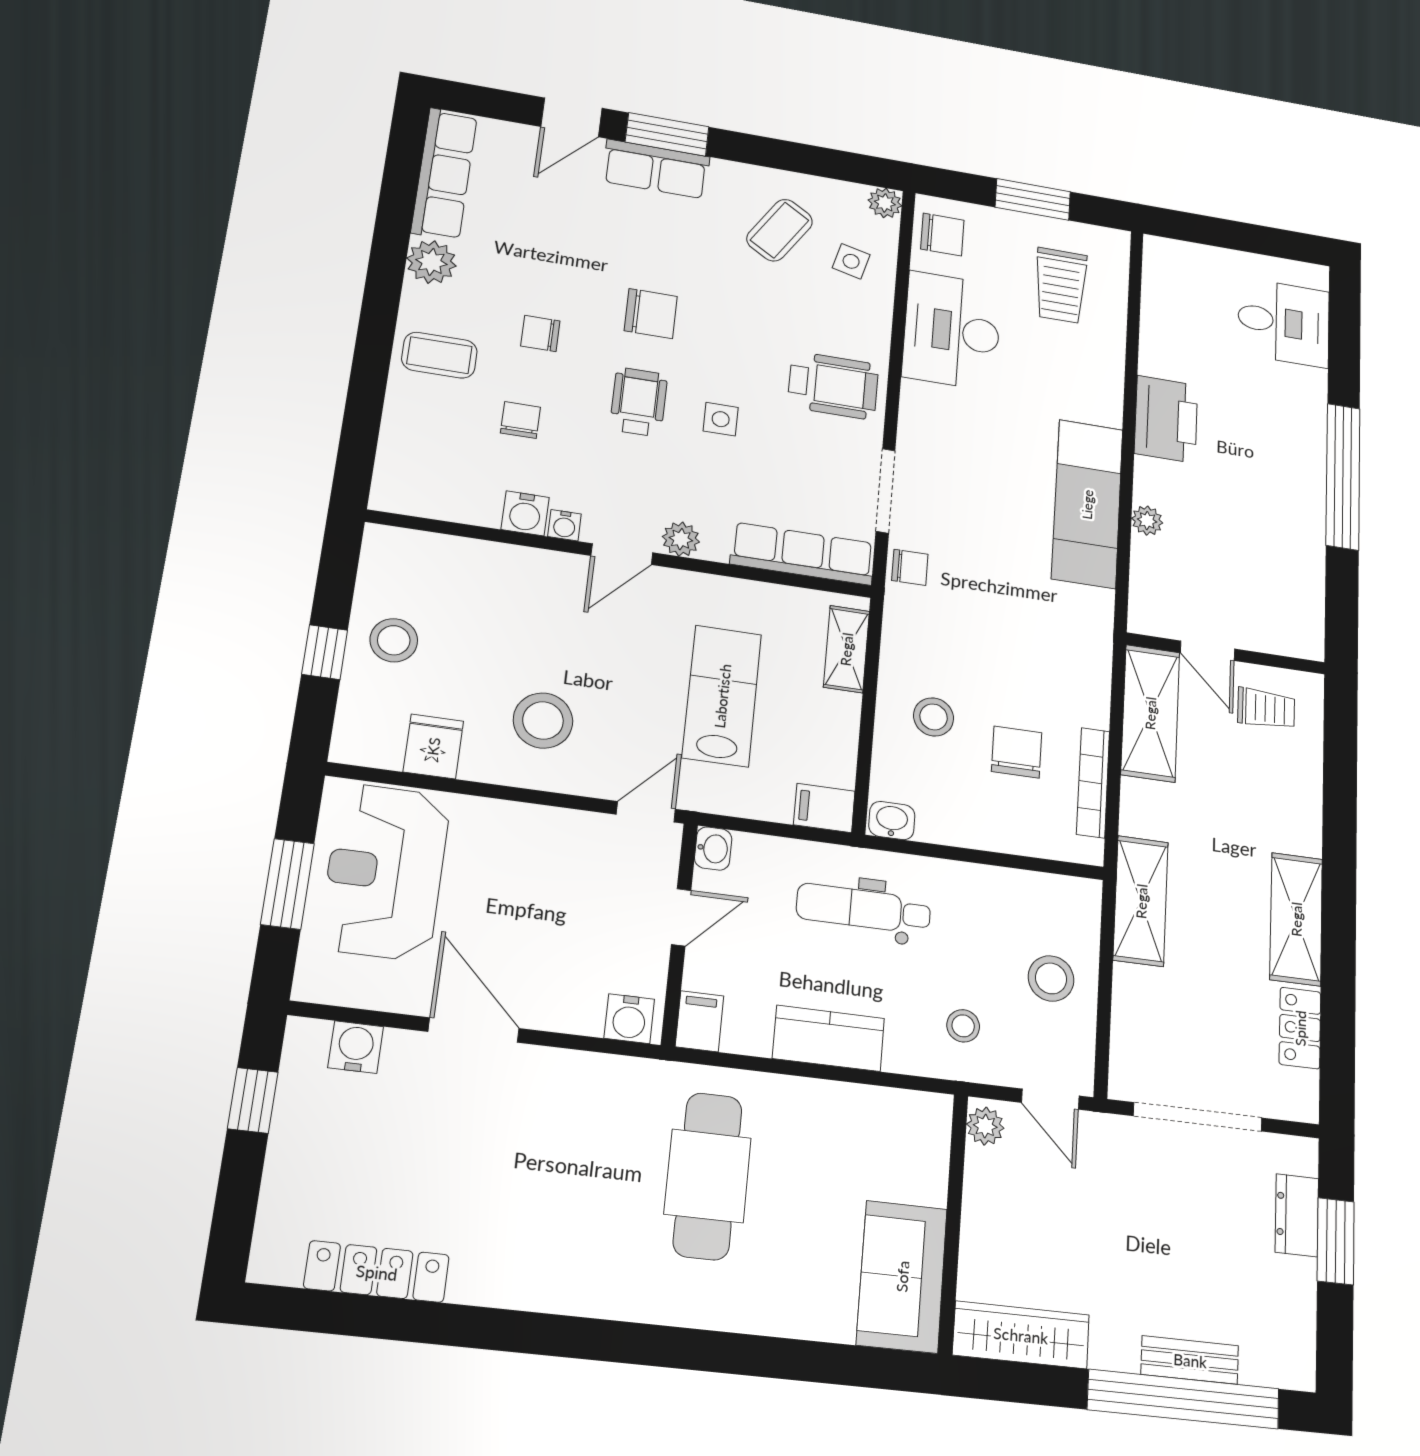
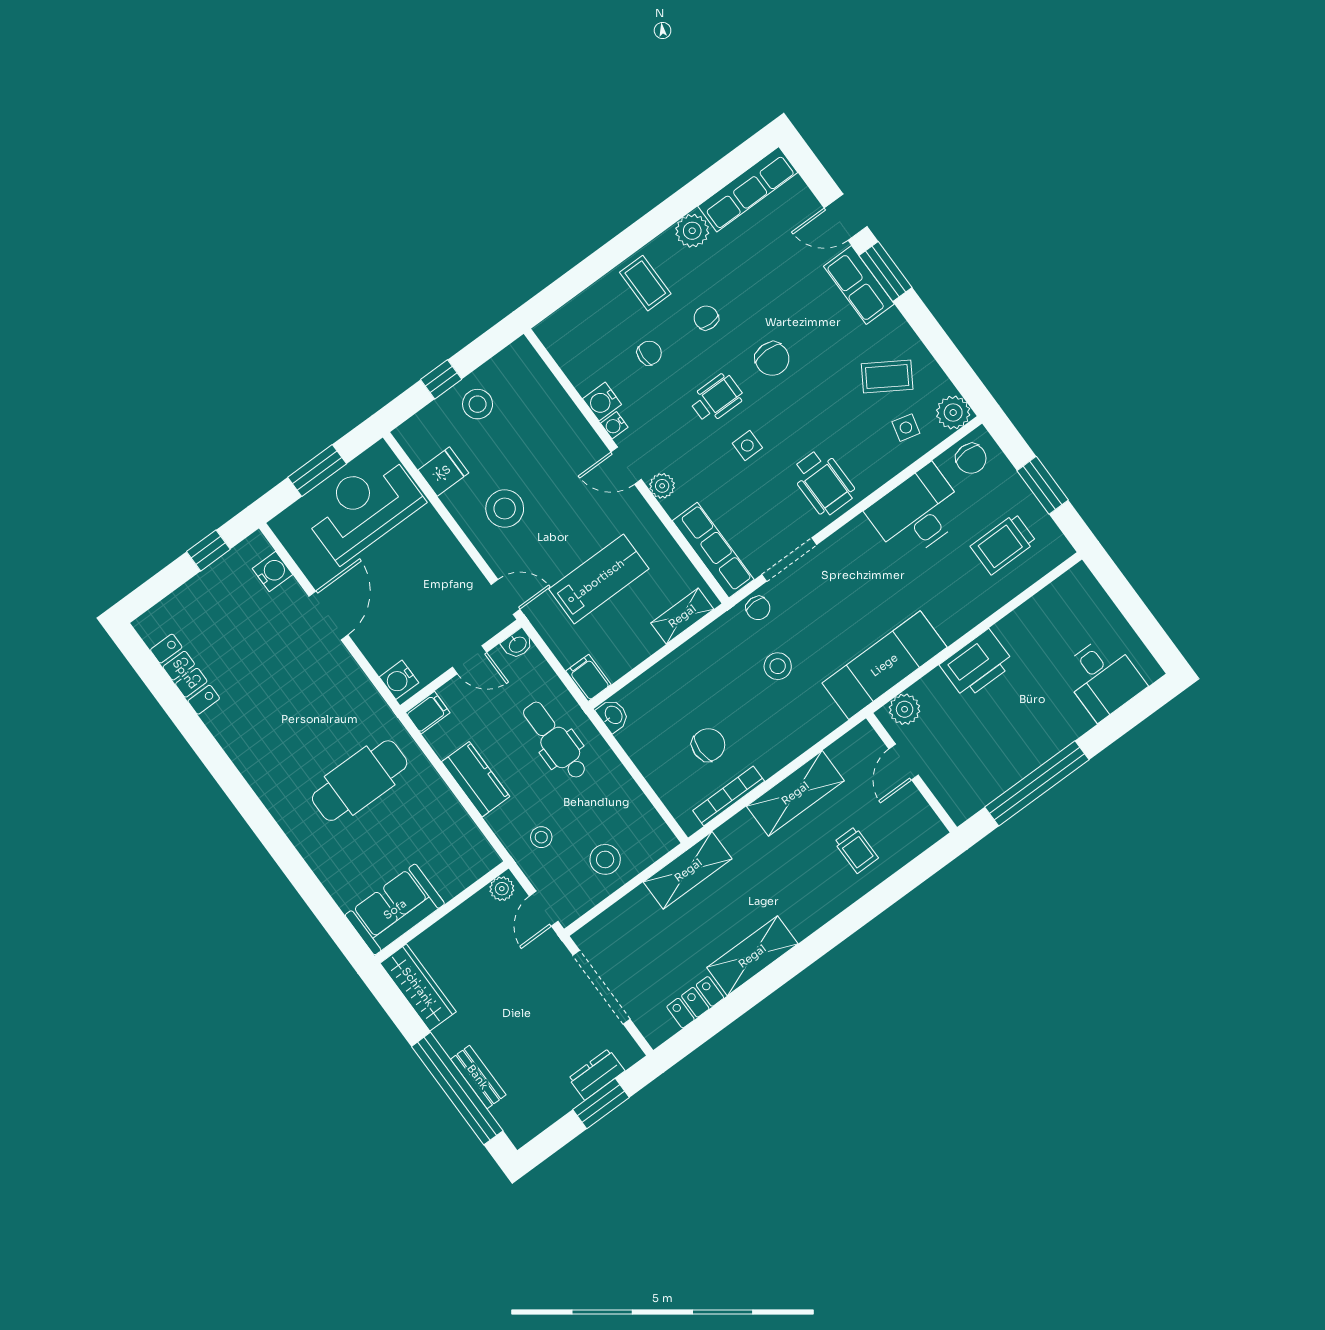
plant: (885, 203) -> (953, 412), width x1.38, depth x1.38
plant: (1147, 521) -> (905, 709), width x1.38, depth x1.38
door: (1207, 651) -> (904, 762), moved
wall: (1226, 654) -> (911, 773), moved
stool: (934, 717) -> (778, 666), moved

